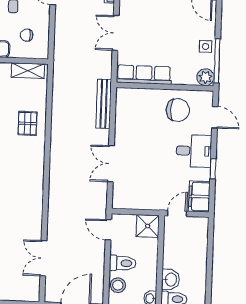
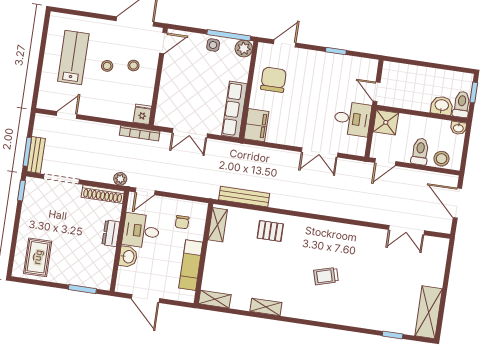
bench: (104, 104) -> (244, 197), moved
desk: (194, 151) -> (352, 119), moved, turned 90
filing cabinet: (199, 197) -> (256, 125), moved, turned -90

